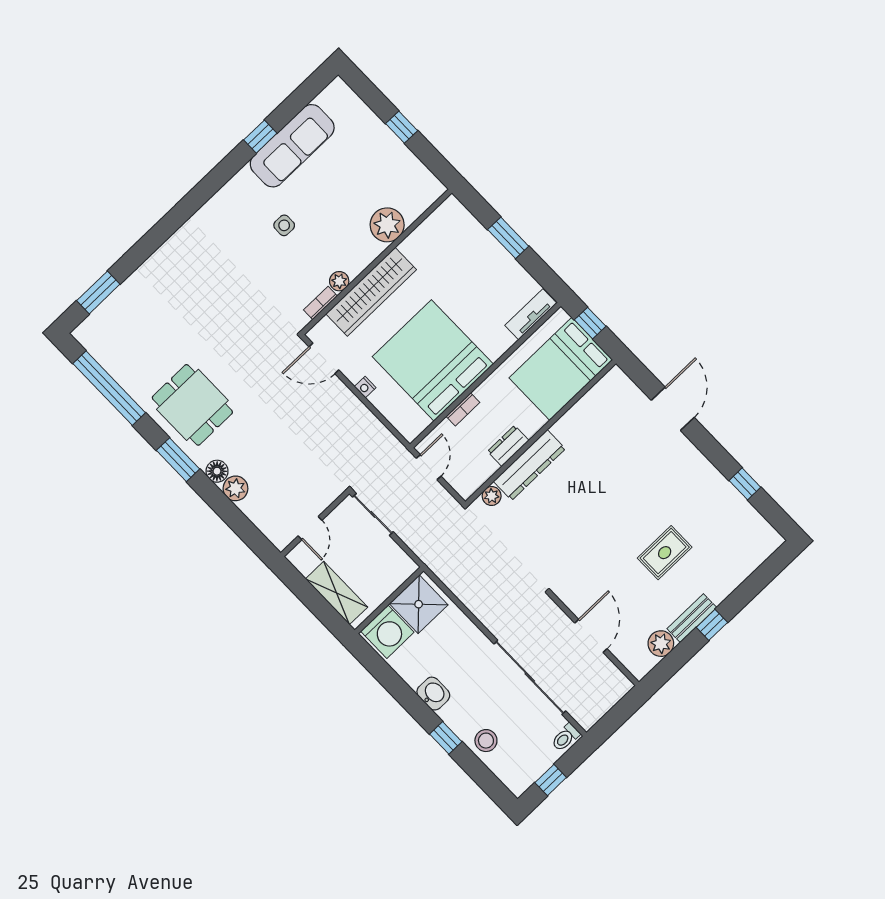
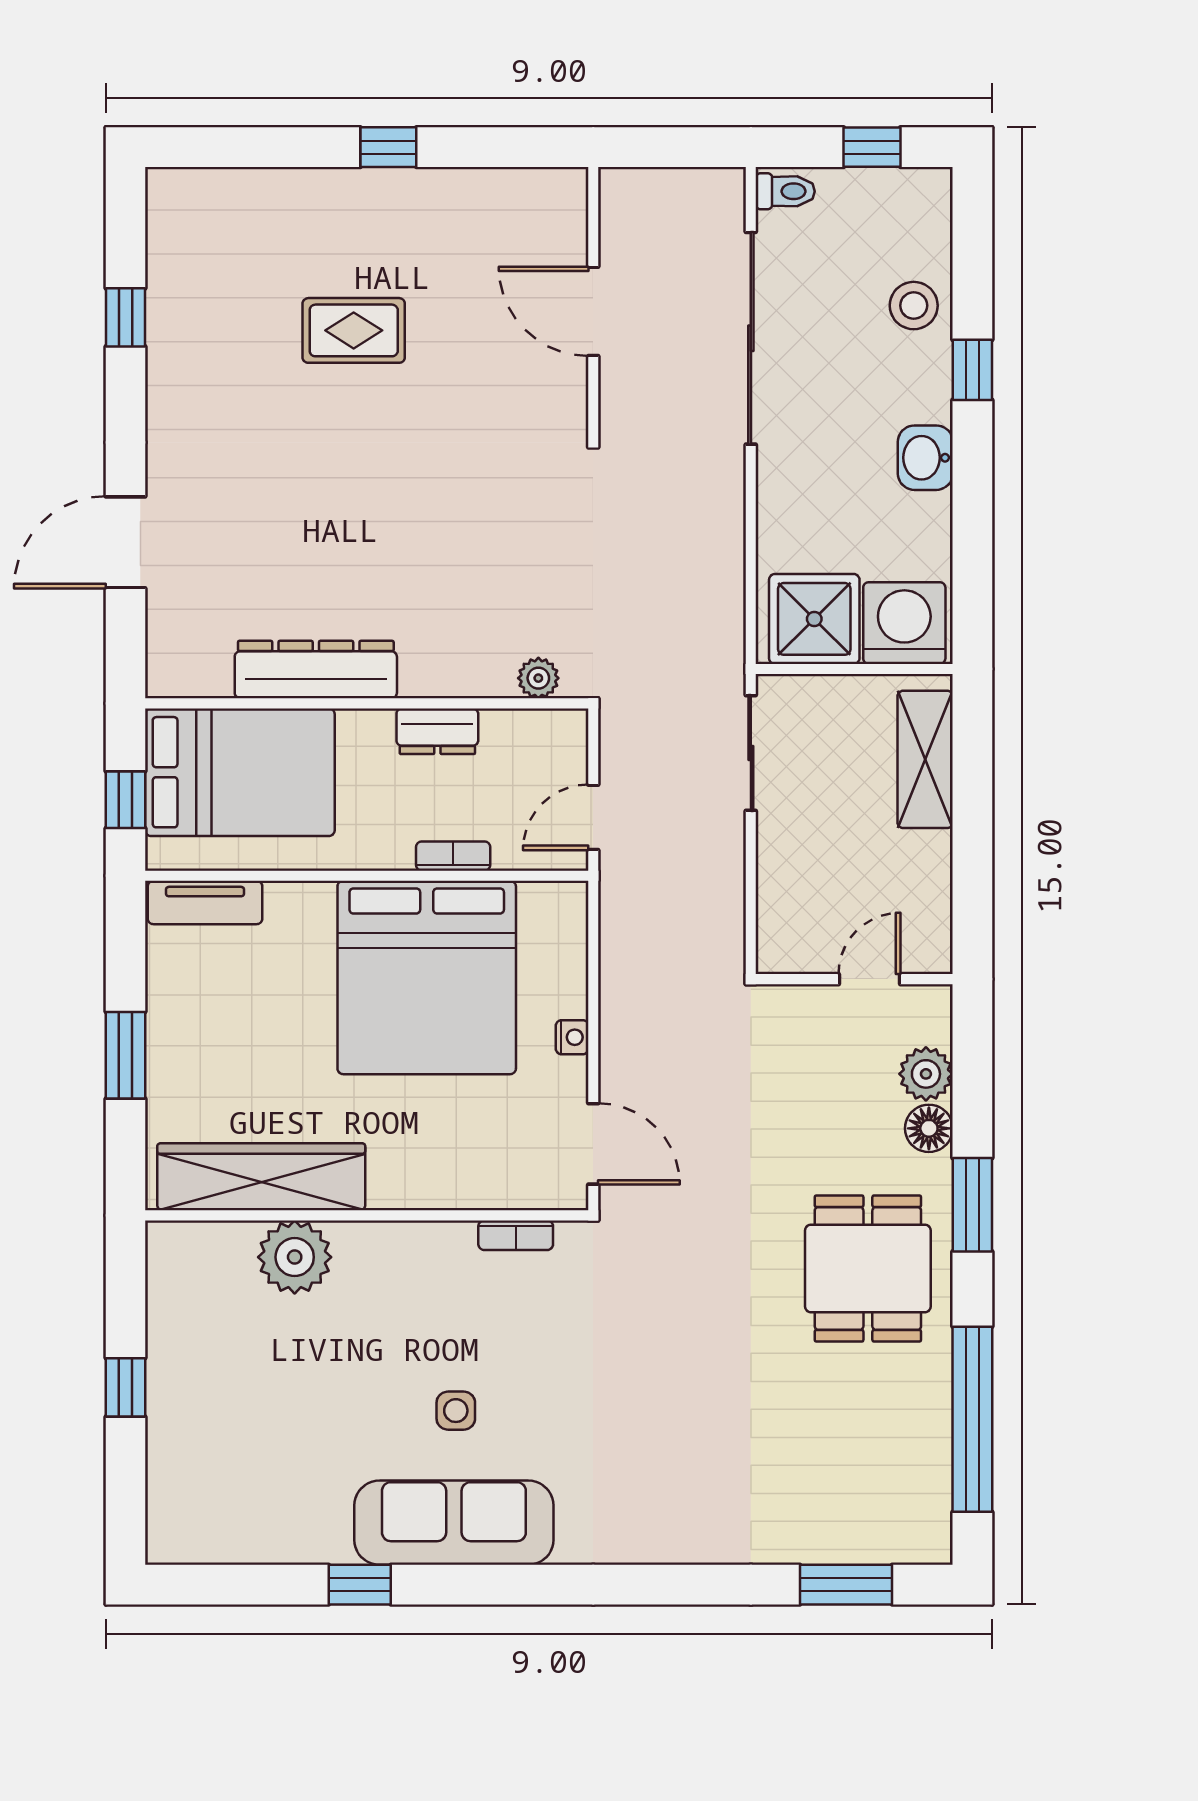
sofa: (292, 146) -> (454, 1523), moved
plant: (339, 281) -> (454, 1241), removed
wardrobe: (371, 292) -> (261, 1177), moved
dresser: (529, 465) -> (316, 670), moved
sliding door: (373, 514) -> (751, 753), moved
wall: (315, 523) -> (854, 979), moved
door: (310, 528) -> (869, 979), moved
bench: (692, 618) -> (409, 188), removed
door: (591, 636) -> (593, 311), hinge flipped
plant: (661, 644) -> (496, 194), removed

